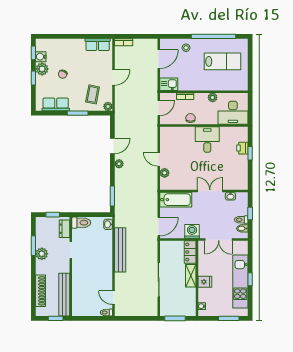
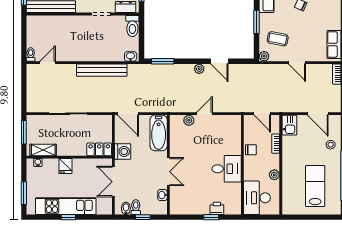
lab bench: (222, 61) -> (315, 186), turned 180
shelving: (191, 276) -> (43, 150), moved

